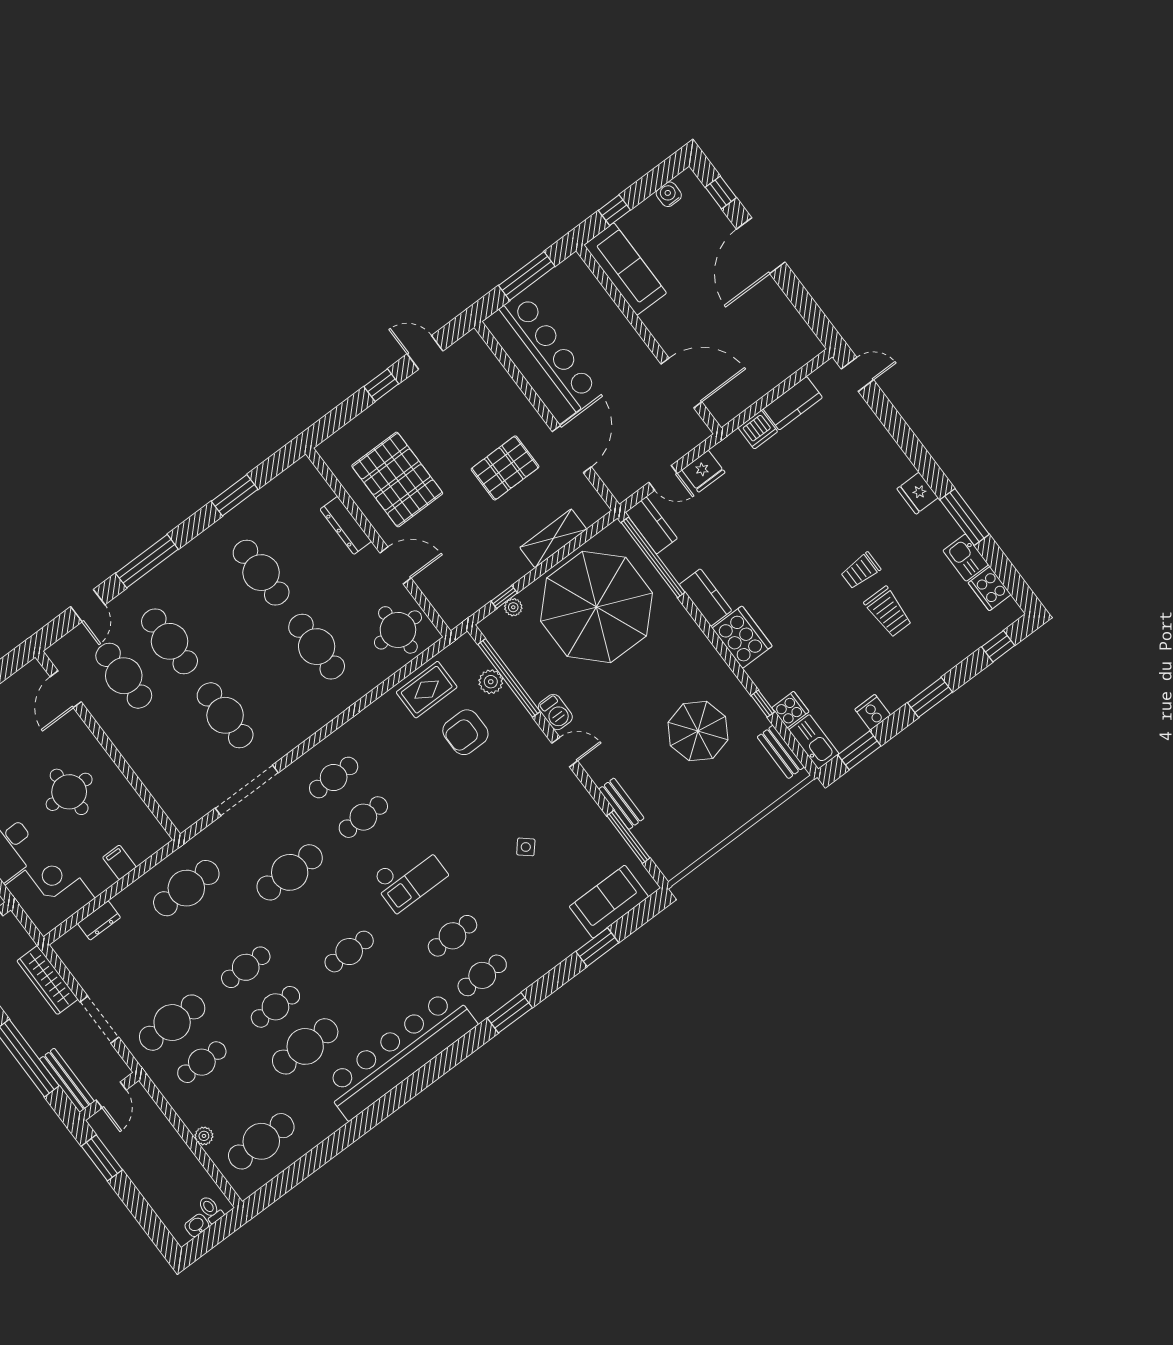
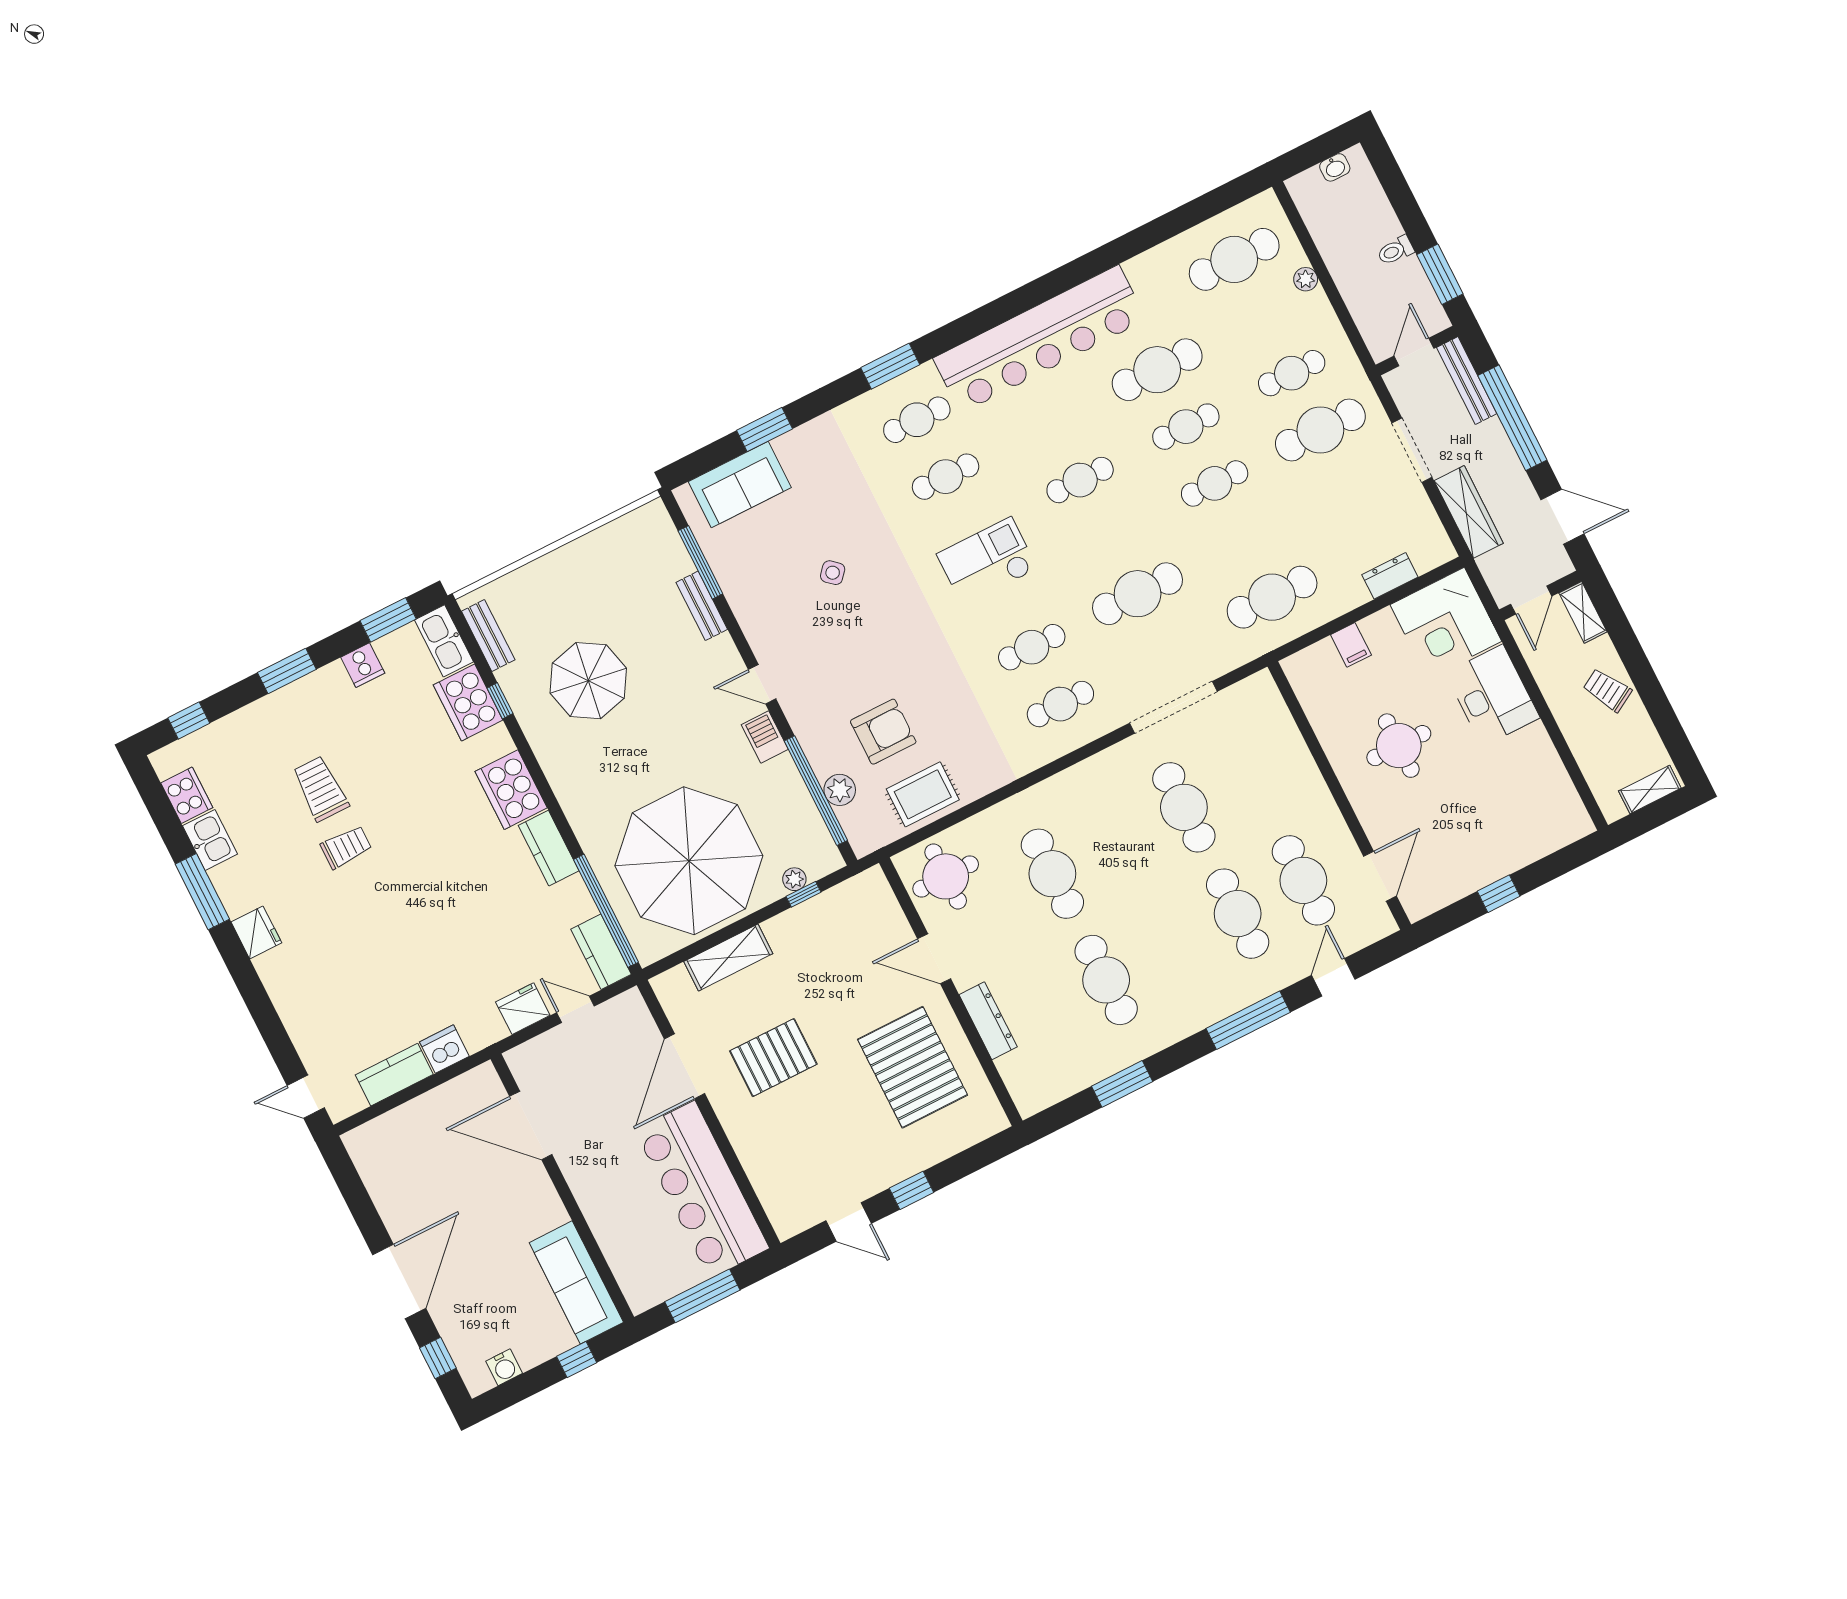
cooker: (790, 710) -> (468, 702), width x1.87, depth x1.31
toilet: (211, 1209) -> (1396, 250), moved, turned 90

